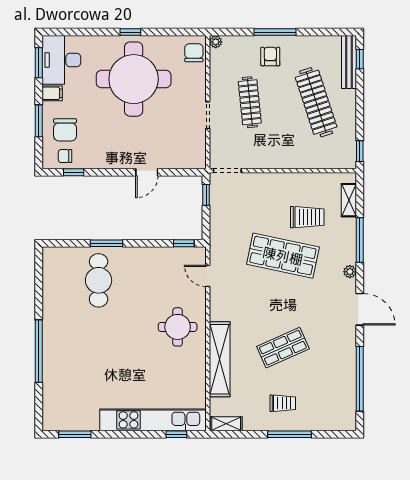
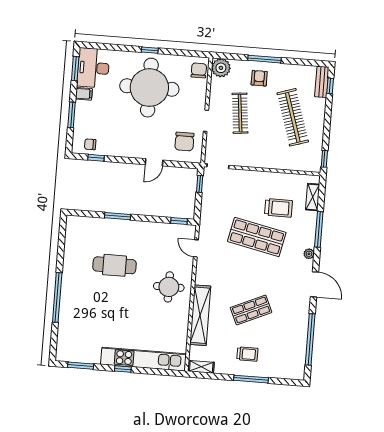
plant: (216, 42) -> (221, 68), width x1.88, depth x1.88
bench: (349, 62) -> (322, 82), width x0.73
chair: (65, 130) -> (184, 142), moved
cafe table: (99, 280) -> (115, 265), moved, turned 90
window: (176, 434) -> (123, 369), moved

